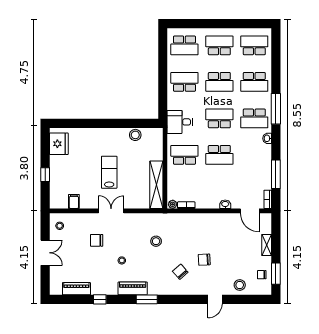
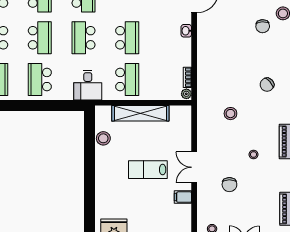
school desk: (184, 155) -> (127, 80), turned 180
shelving: (156, 185) -> (140, 113), moved
filing cabinet: (74, 201) -> (183, 197), moved
chair: (204, 260) -> (263, 26), moved

